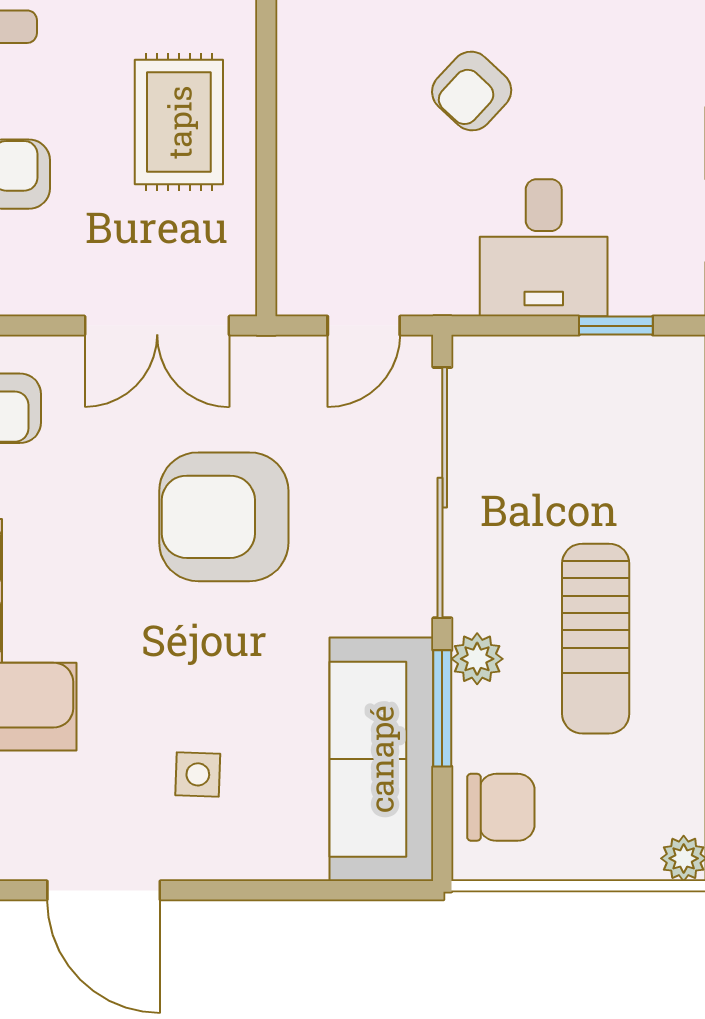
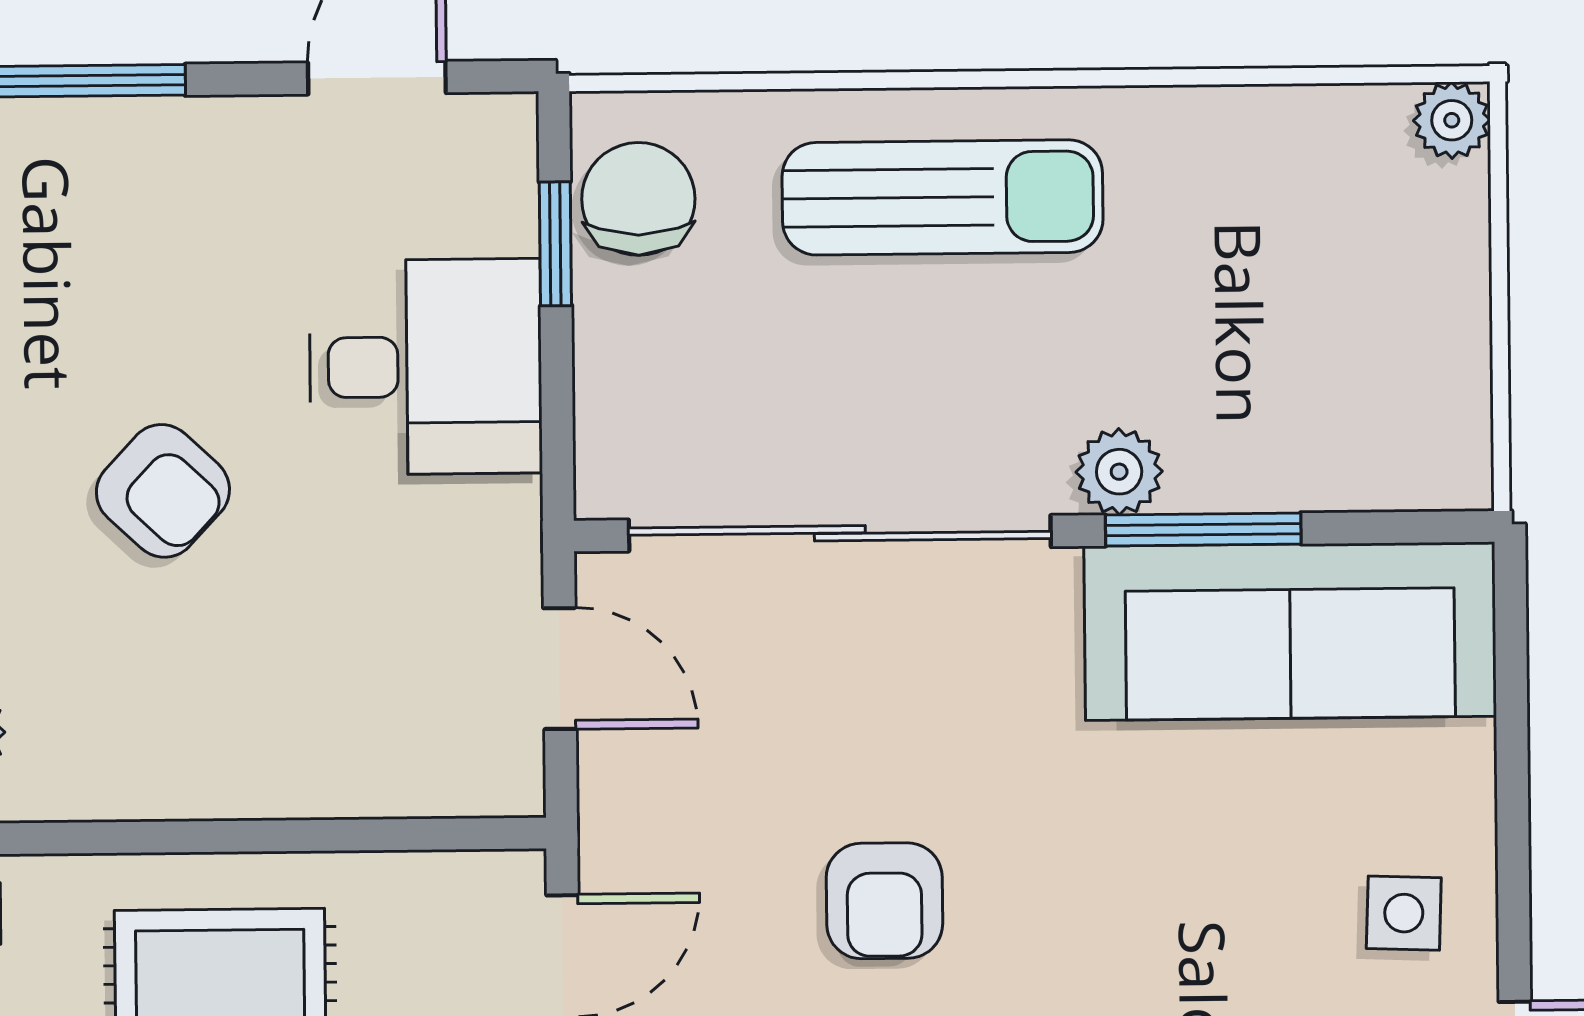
armchair: (224, 517) -> (884, 901), width x0.53, depth x0.53
sun lounger: (596, 639) -> (943, 197), moved
side table: (198, 774) -> (1404, 913), moved
chair: (501, 807) -> (638, 199), moved

